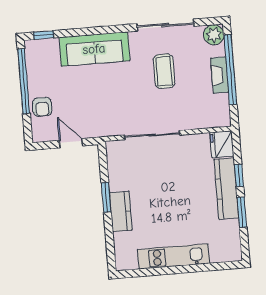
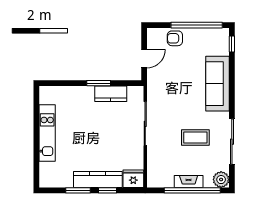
kitchen counter: (121, 212) -> (111, 94), moved

